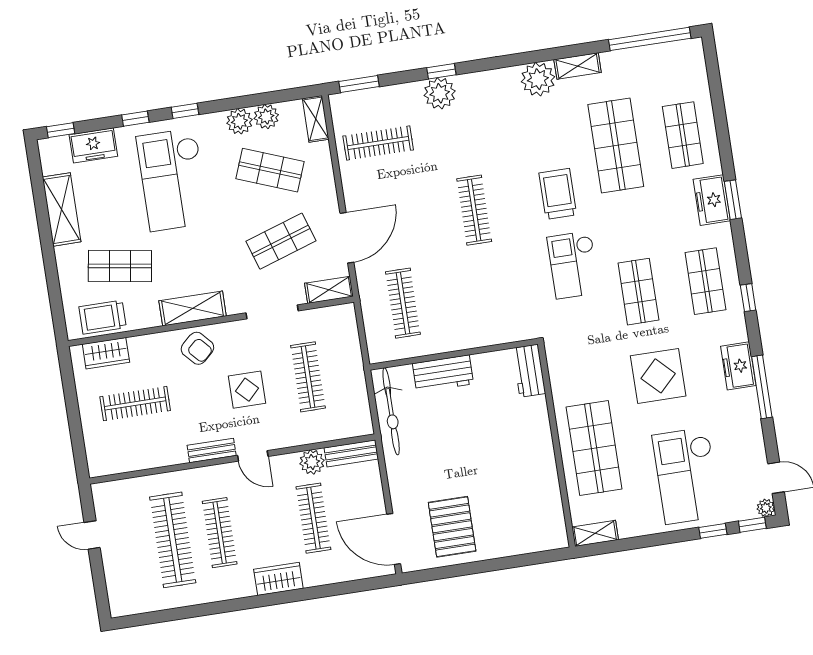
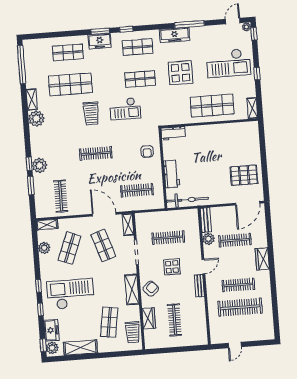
window: (359, 84) -> (31, 185), moved
plant: (239, 121) -> (52, 348), moved
checkout: (173, 180) -> (70, 294), turned 180
trolley: (558, 194) -> (91, 113), turned -90
window: (748, 298) -> (126, 29), moved
armchair: (487, 318) -> (147, 151), added
wardrobe: (106, 353) -> (149, 318), moved
freezer: (738, 366) -> (174, 35), width x1.40
window: (713, 531) -> (257, 74), moved

